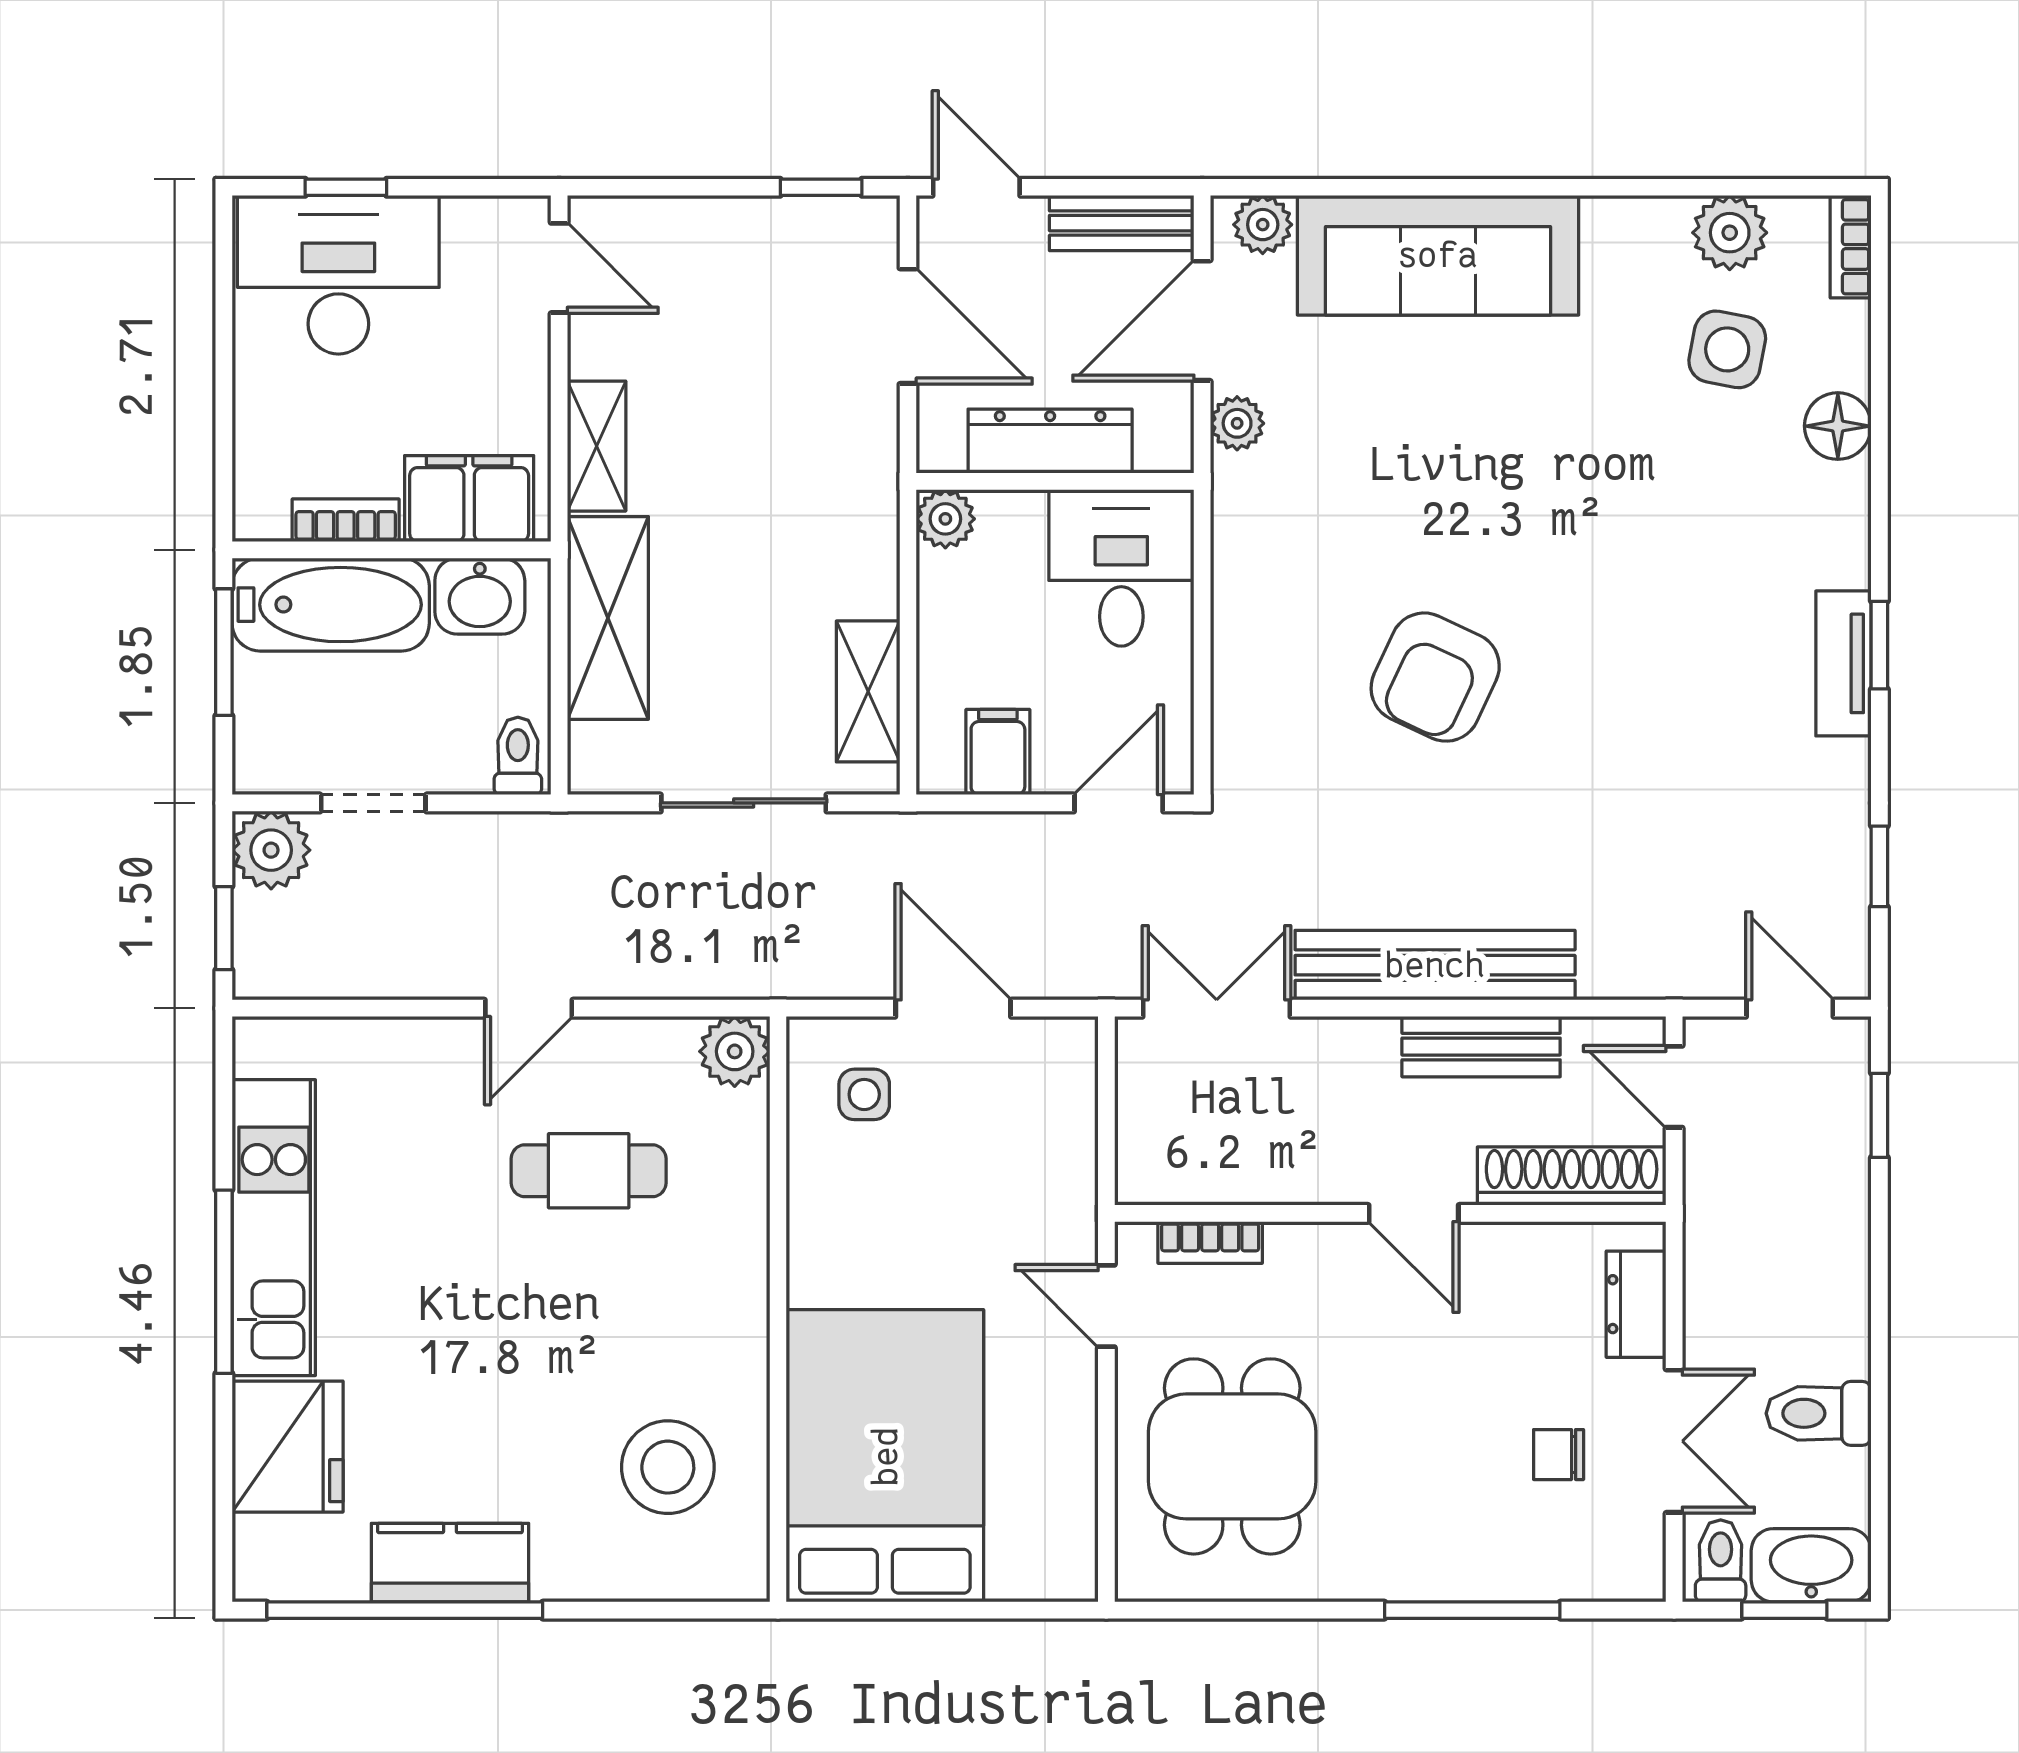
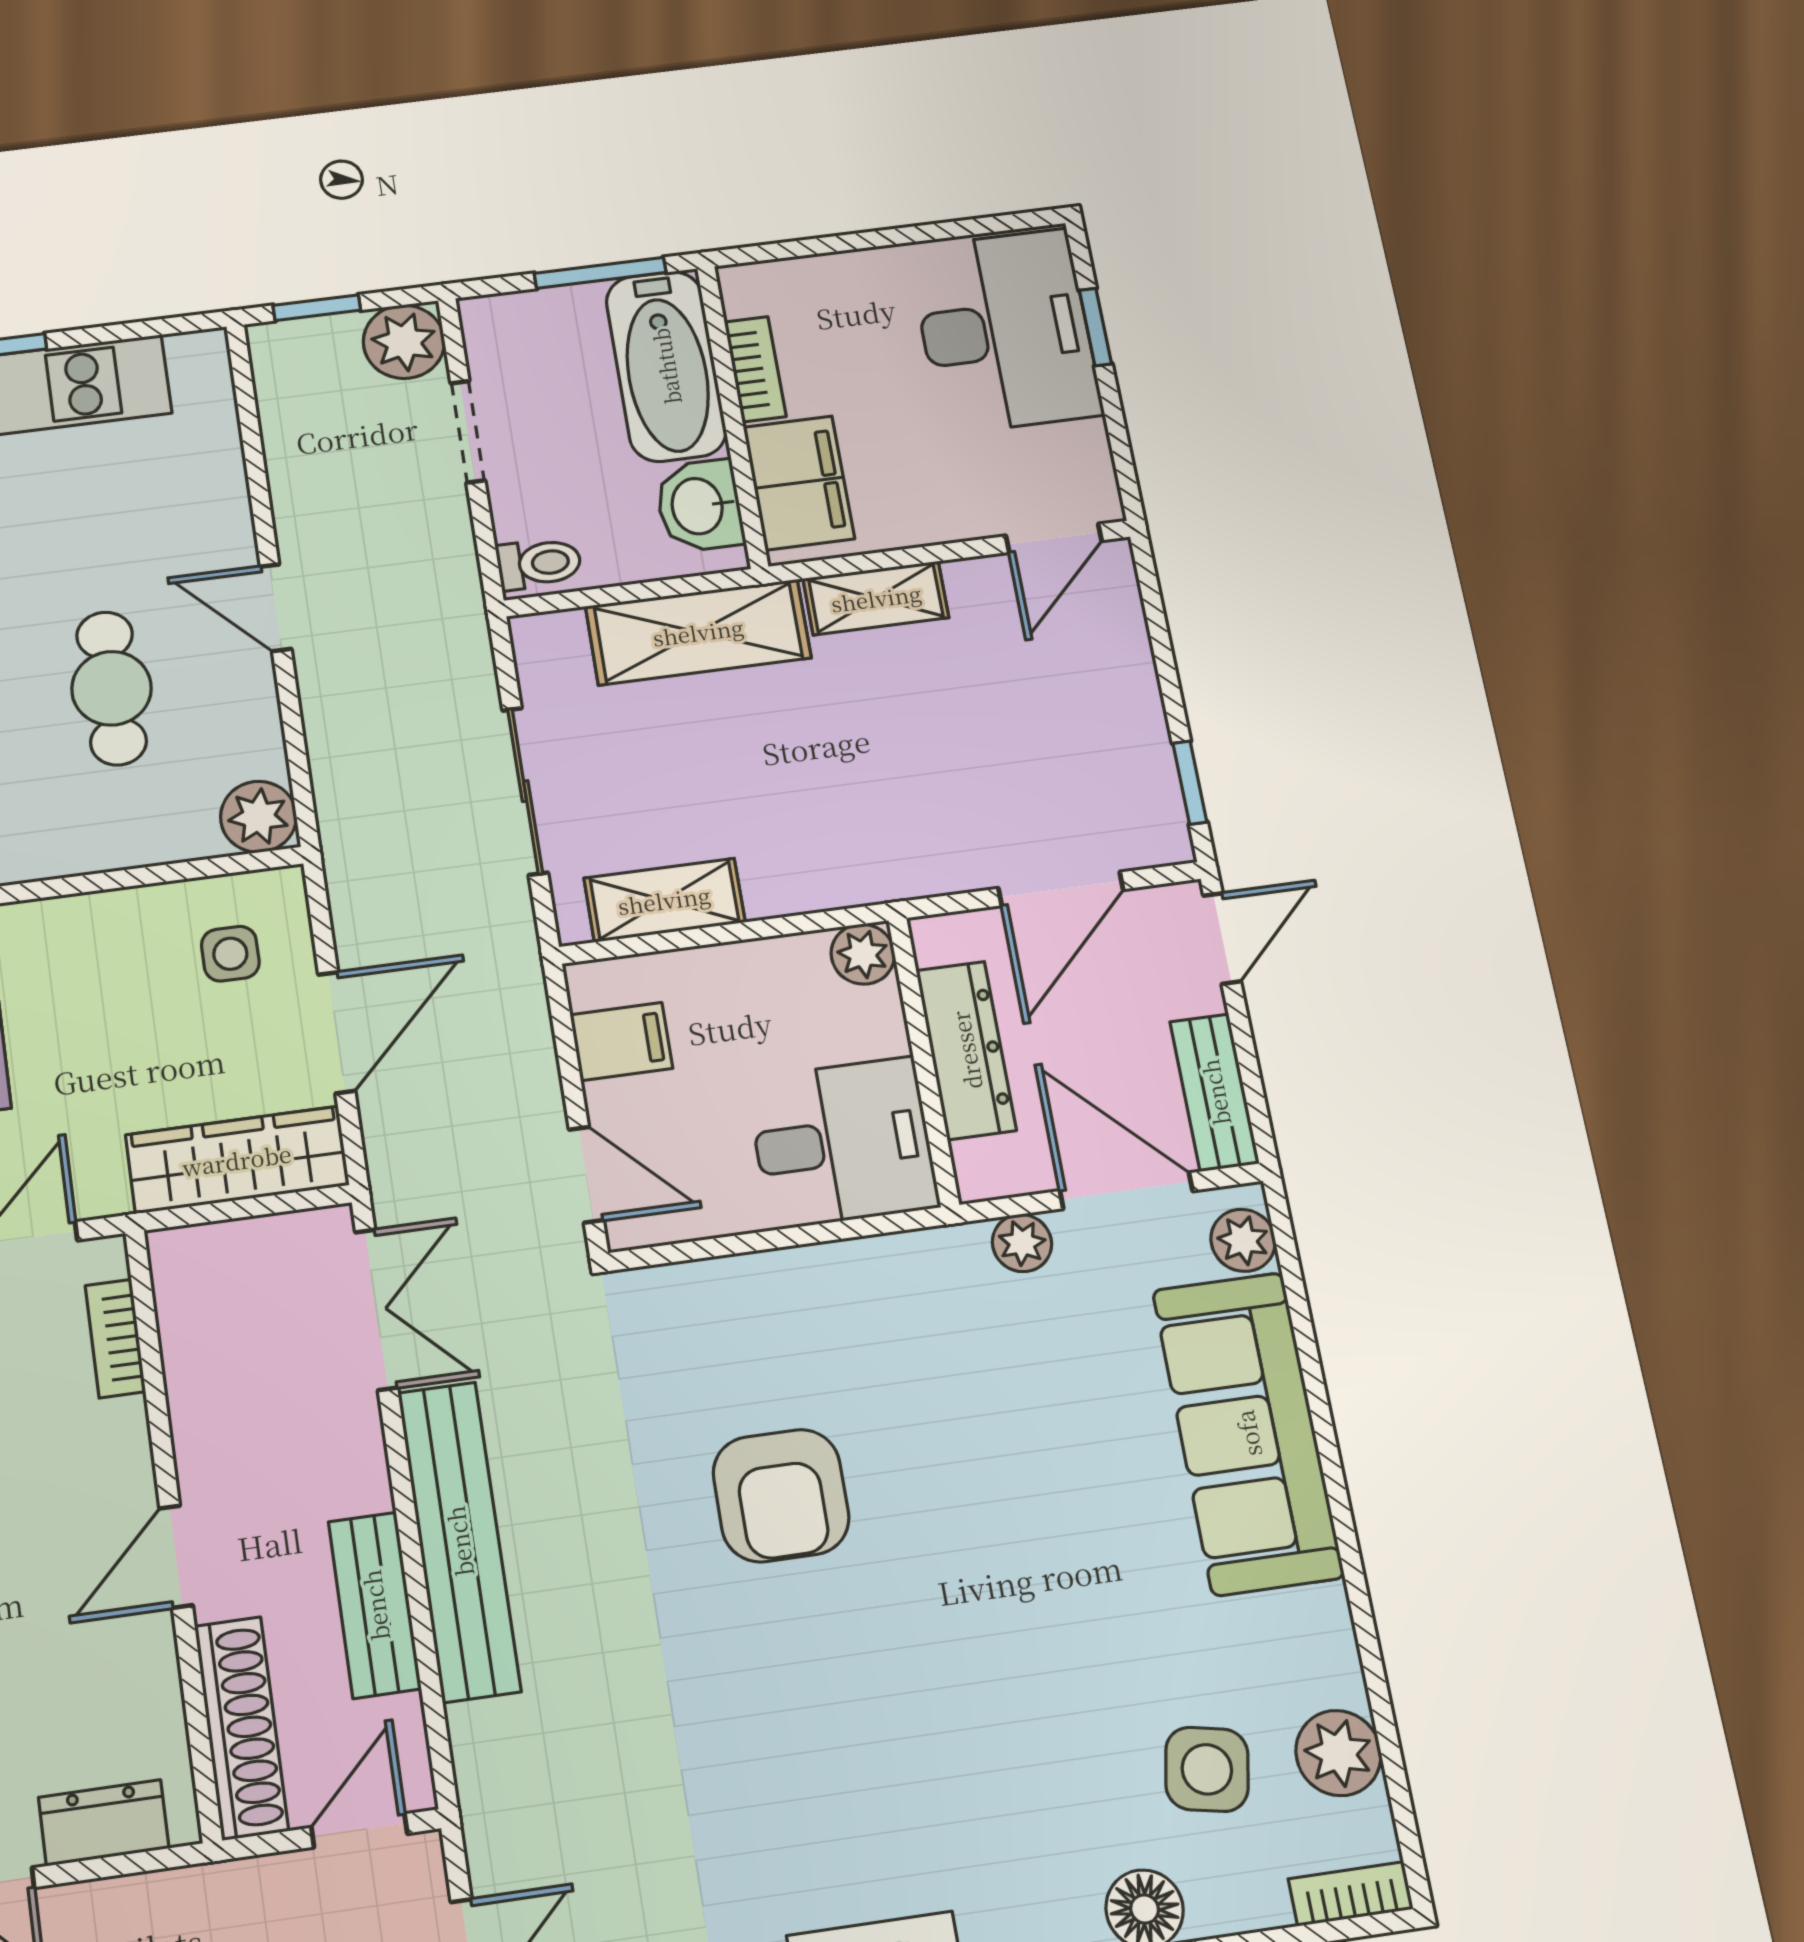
armchair: (1435, 677) -> (781, 1496), turned -115
wardrobe: (1061, 1114) -> (237, 1160), added

